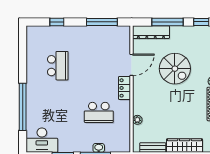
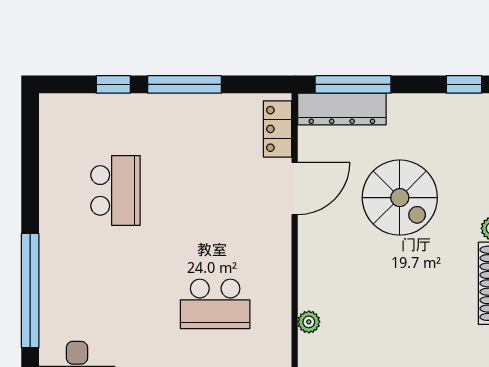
window: (102, 22) -> (185, 84), moved
window: (167, 22) -> (353, 84), moved
locker: (124, 88) -> (277, 129), moved

